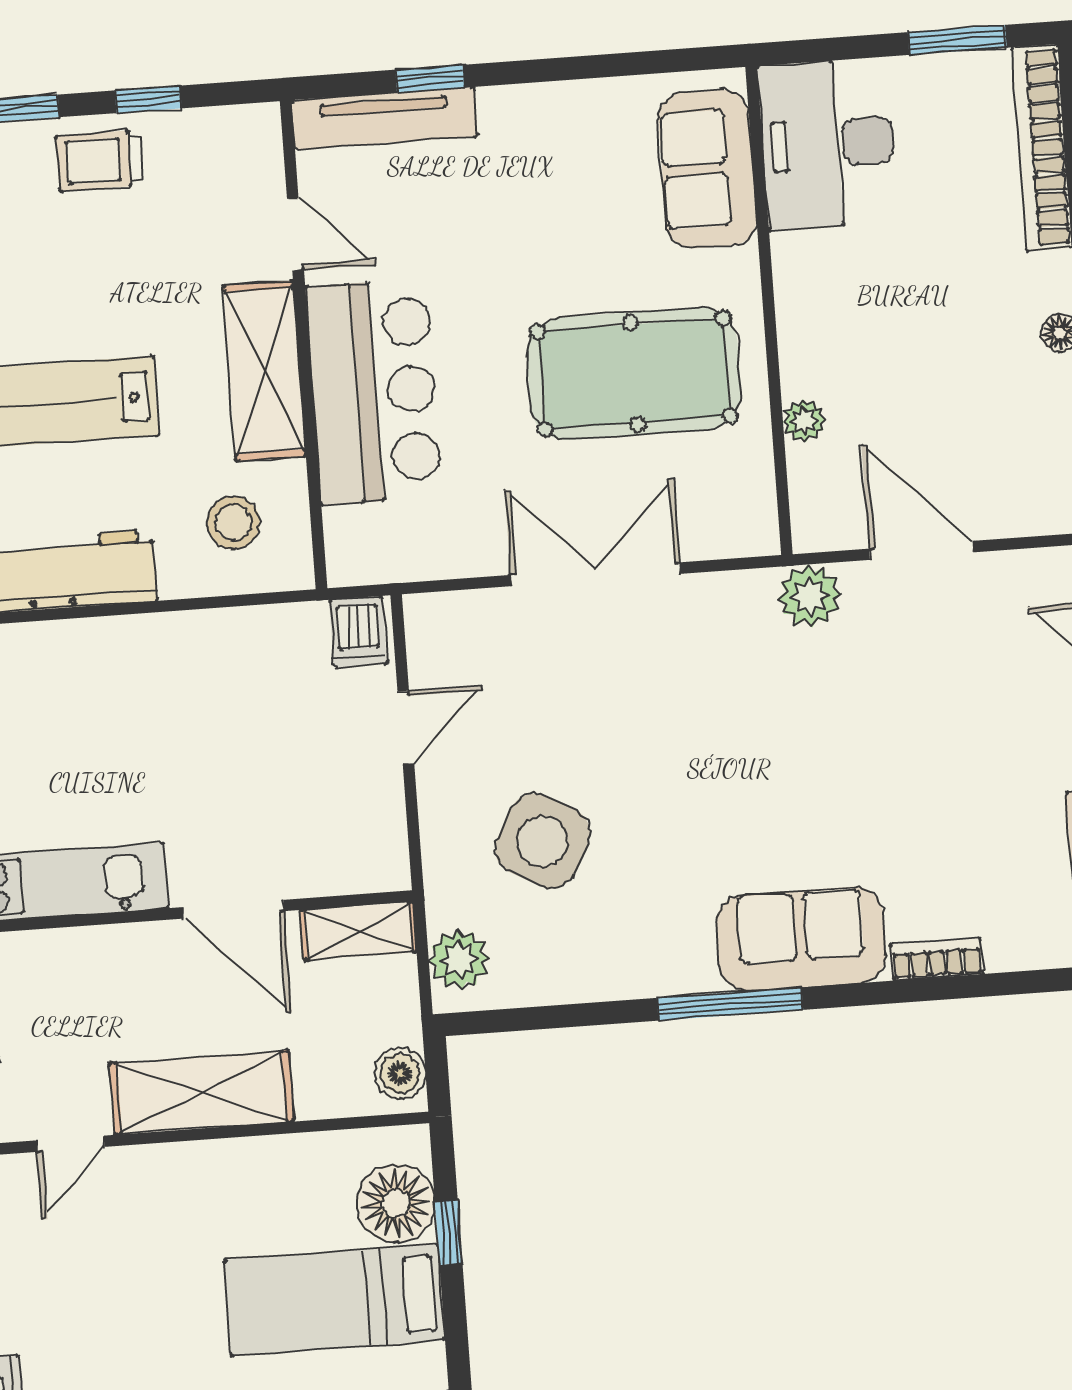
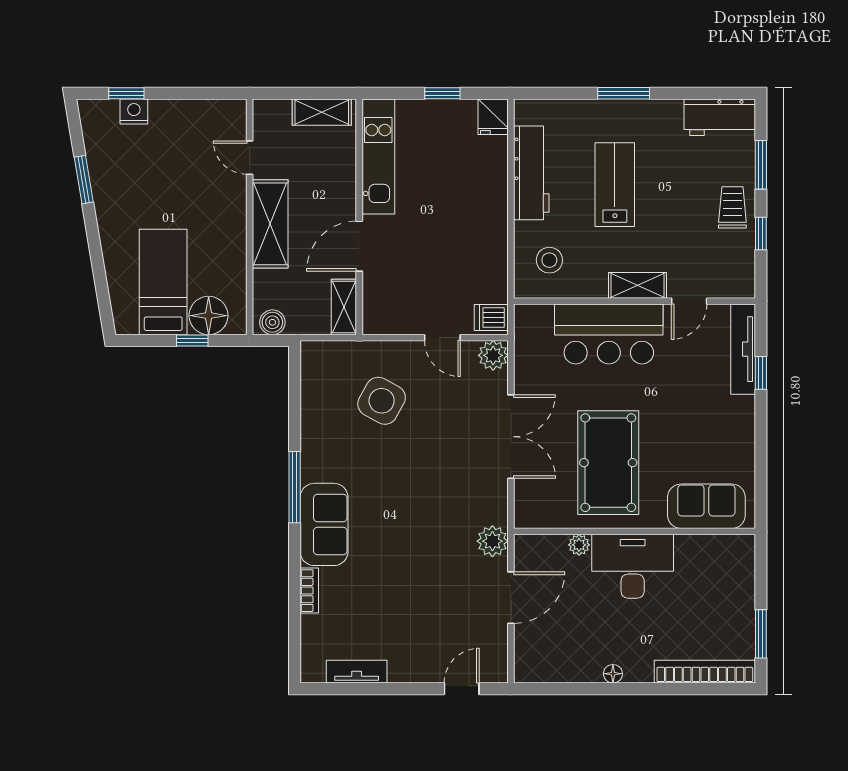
desk: (828, 144) -> (633, 566), moved
shelving: (265, 371) -> (637, 285), width x0.67, depth x0.75
plant: (459, 960) -> (493, 355), moved

